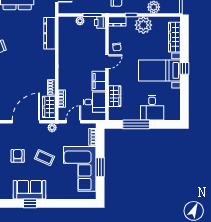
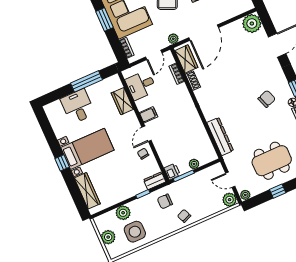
plant: (143, 25) -> (125, 189), removed
filing cabinet: (99, 81) -> (148, 115), width x0.50

